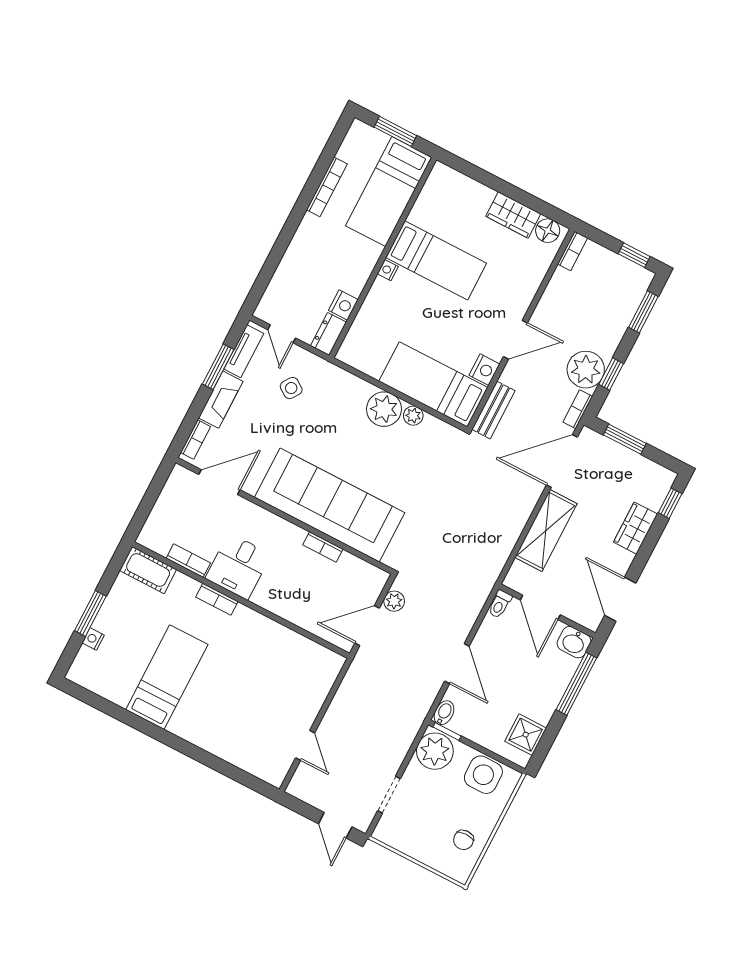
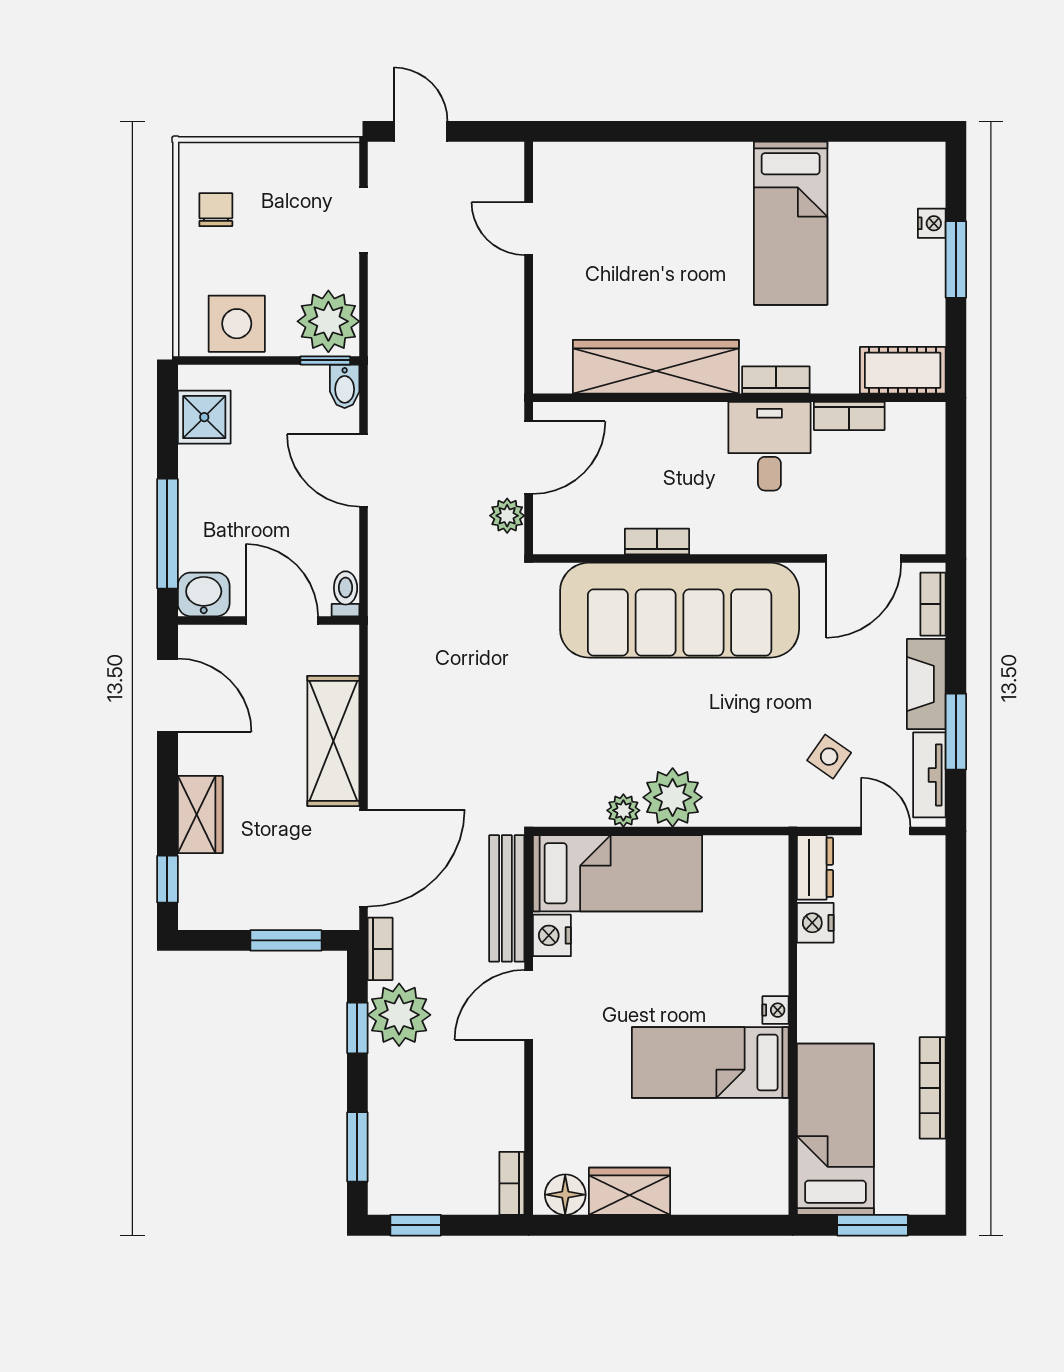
bench: (493, 410) -> (507, 898), width x1.36
wardrobe: (276, 639) -> (656, 367), added

